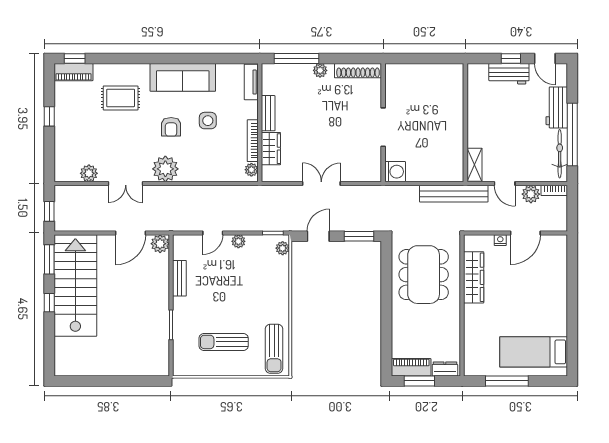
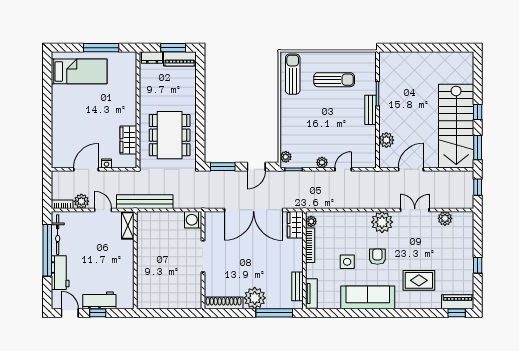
plant: (320, 70) -> (255, 298), width x1.87, depth x1.87
bench: (268, 113) -> (297, 286), moved
wardrobe: (271, 149) -> (295, 225), moved
double door: (321, 184) -> (254, 210), width x1.87
plant: (160, 244) -> (386, 140), moved
wardrobe: (474, 277) -> (128, 140), width x0.67
bench: (179, 278) -> (370, 110), moved

